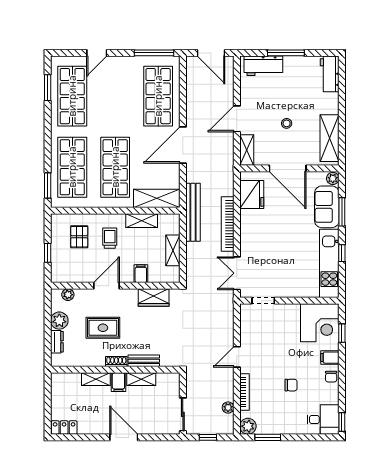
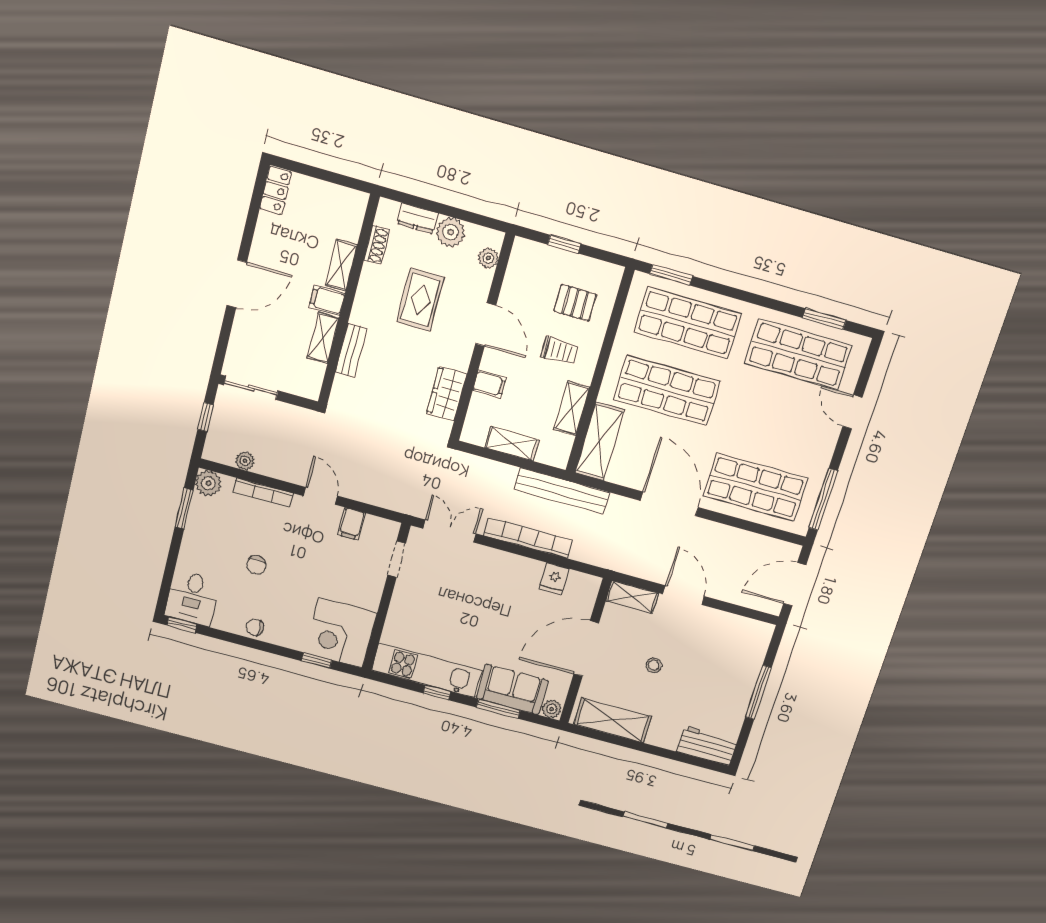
workbench: (263, 66) -> (750, 655), removed
fridge: (252, 194) -> (554, 579), width x0.53, depth x0.75
filing cabinet: (330, 358) -> (351, 524), moved, turned 180
shoe rack: (116, 362) -> (377, 245), moved

